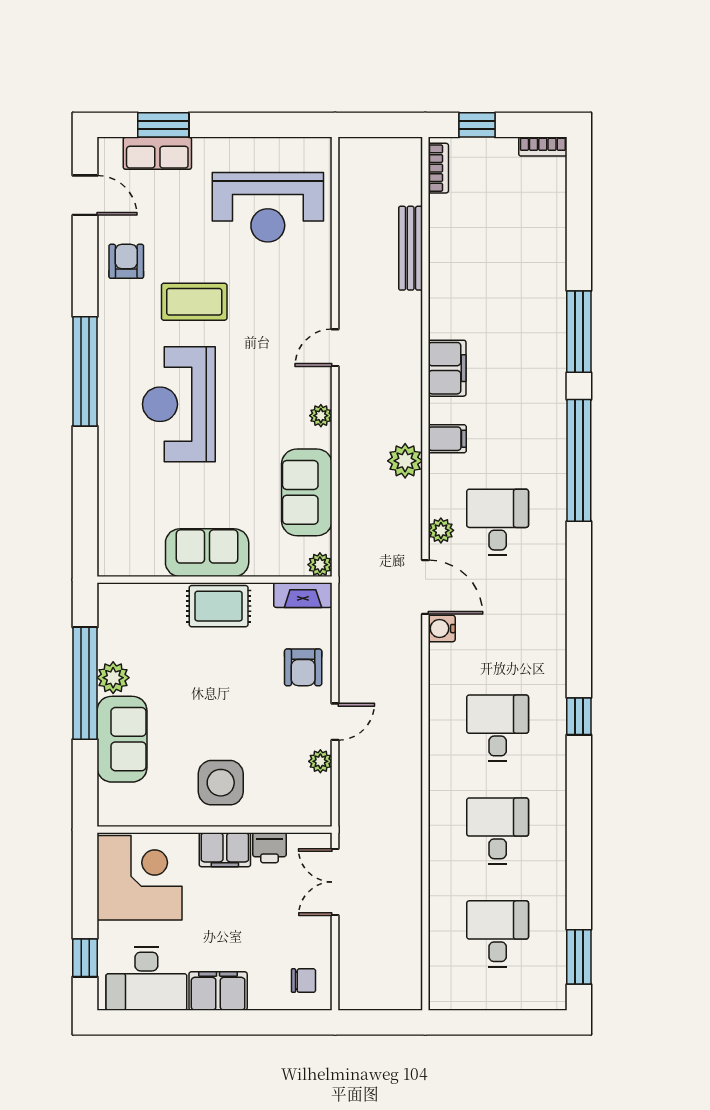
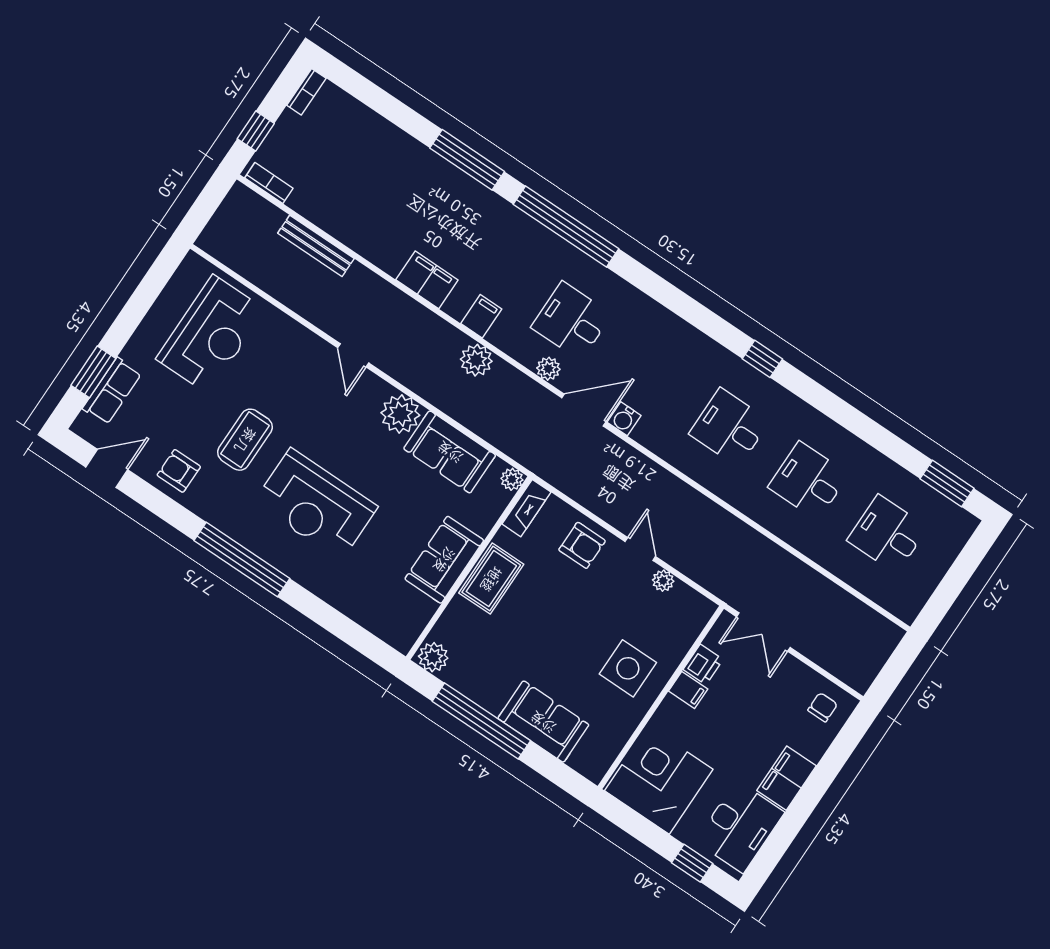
plant: (321, 416) -> (400, 414), width x1.87, depth x1.87
plant: (113, 678) -> (433, 657), moved
filing cabinet: (225, 850) -> (688, 690), width x0.50

